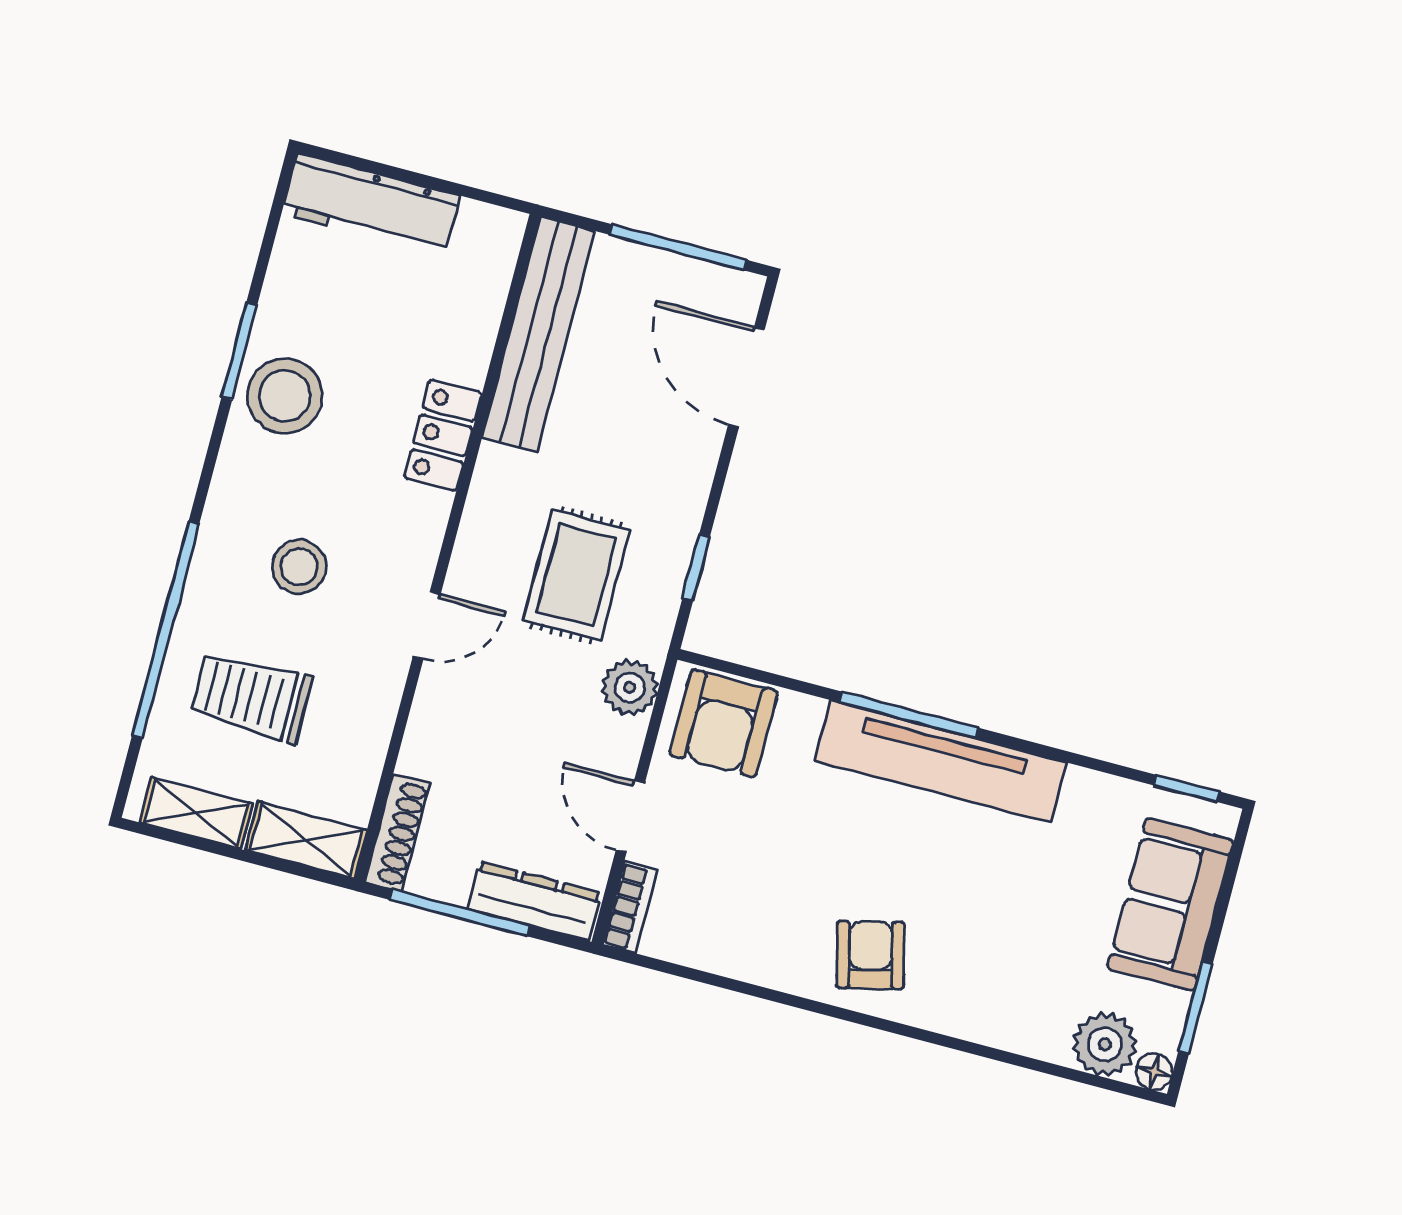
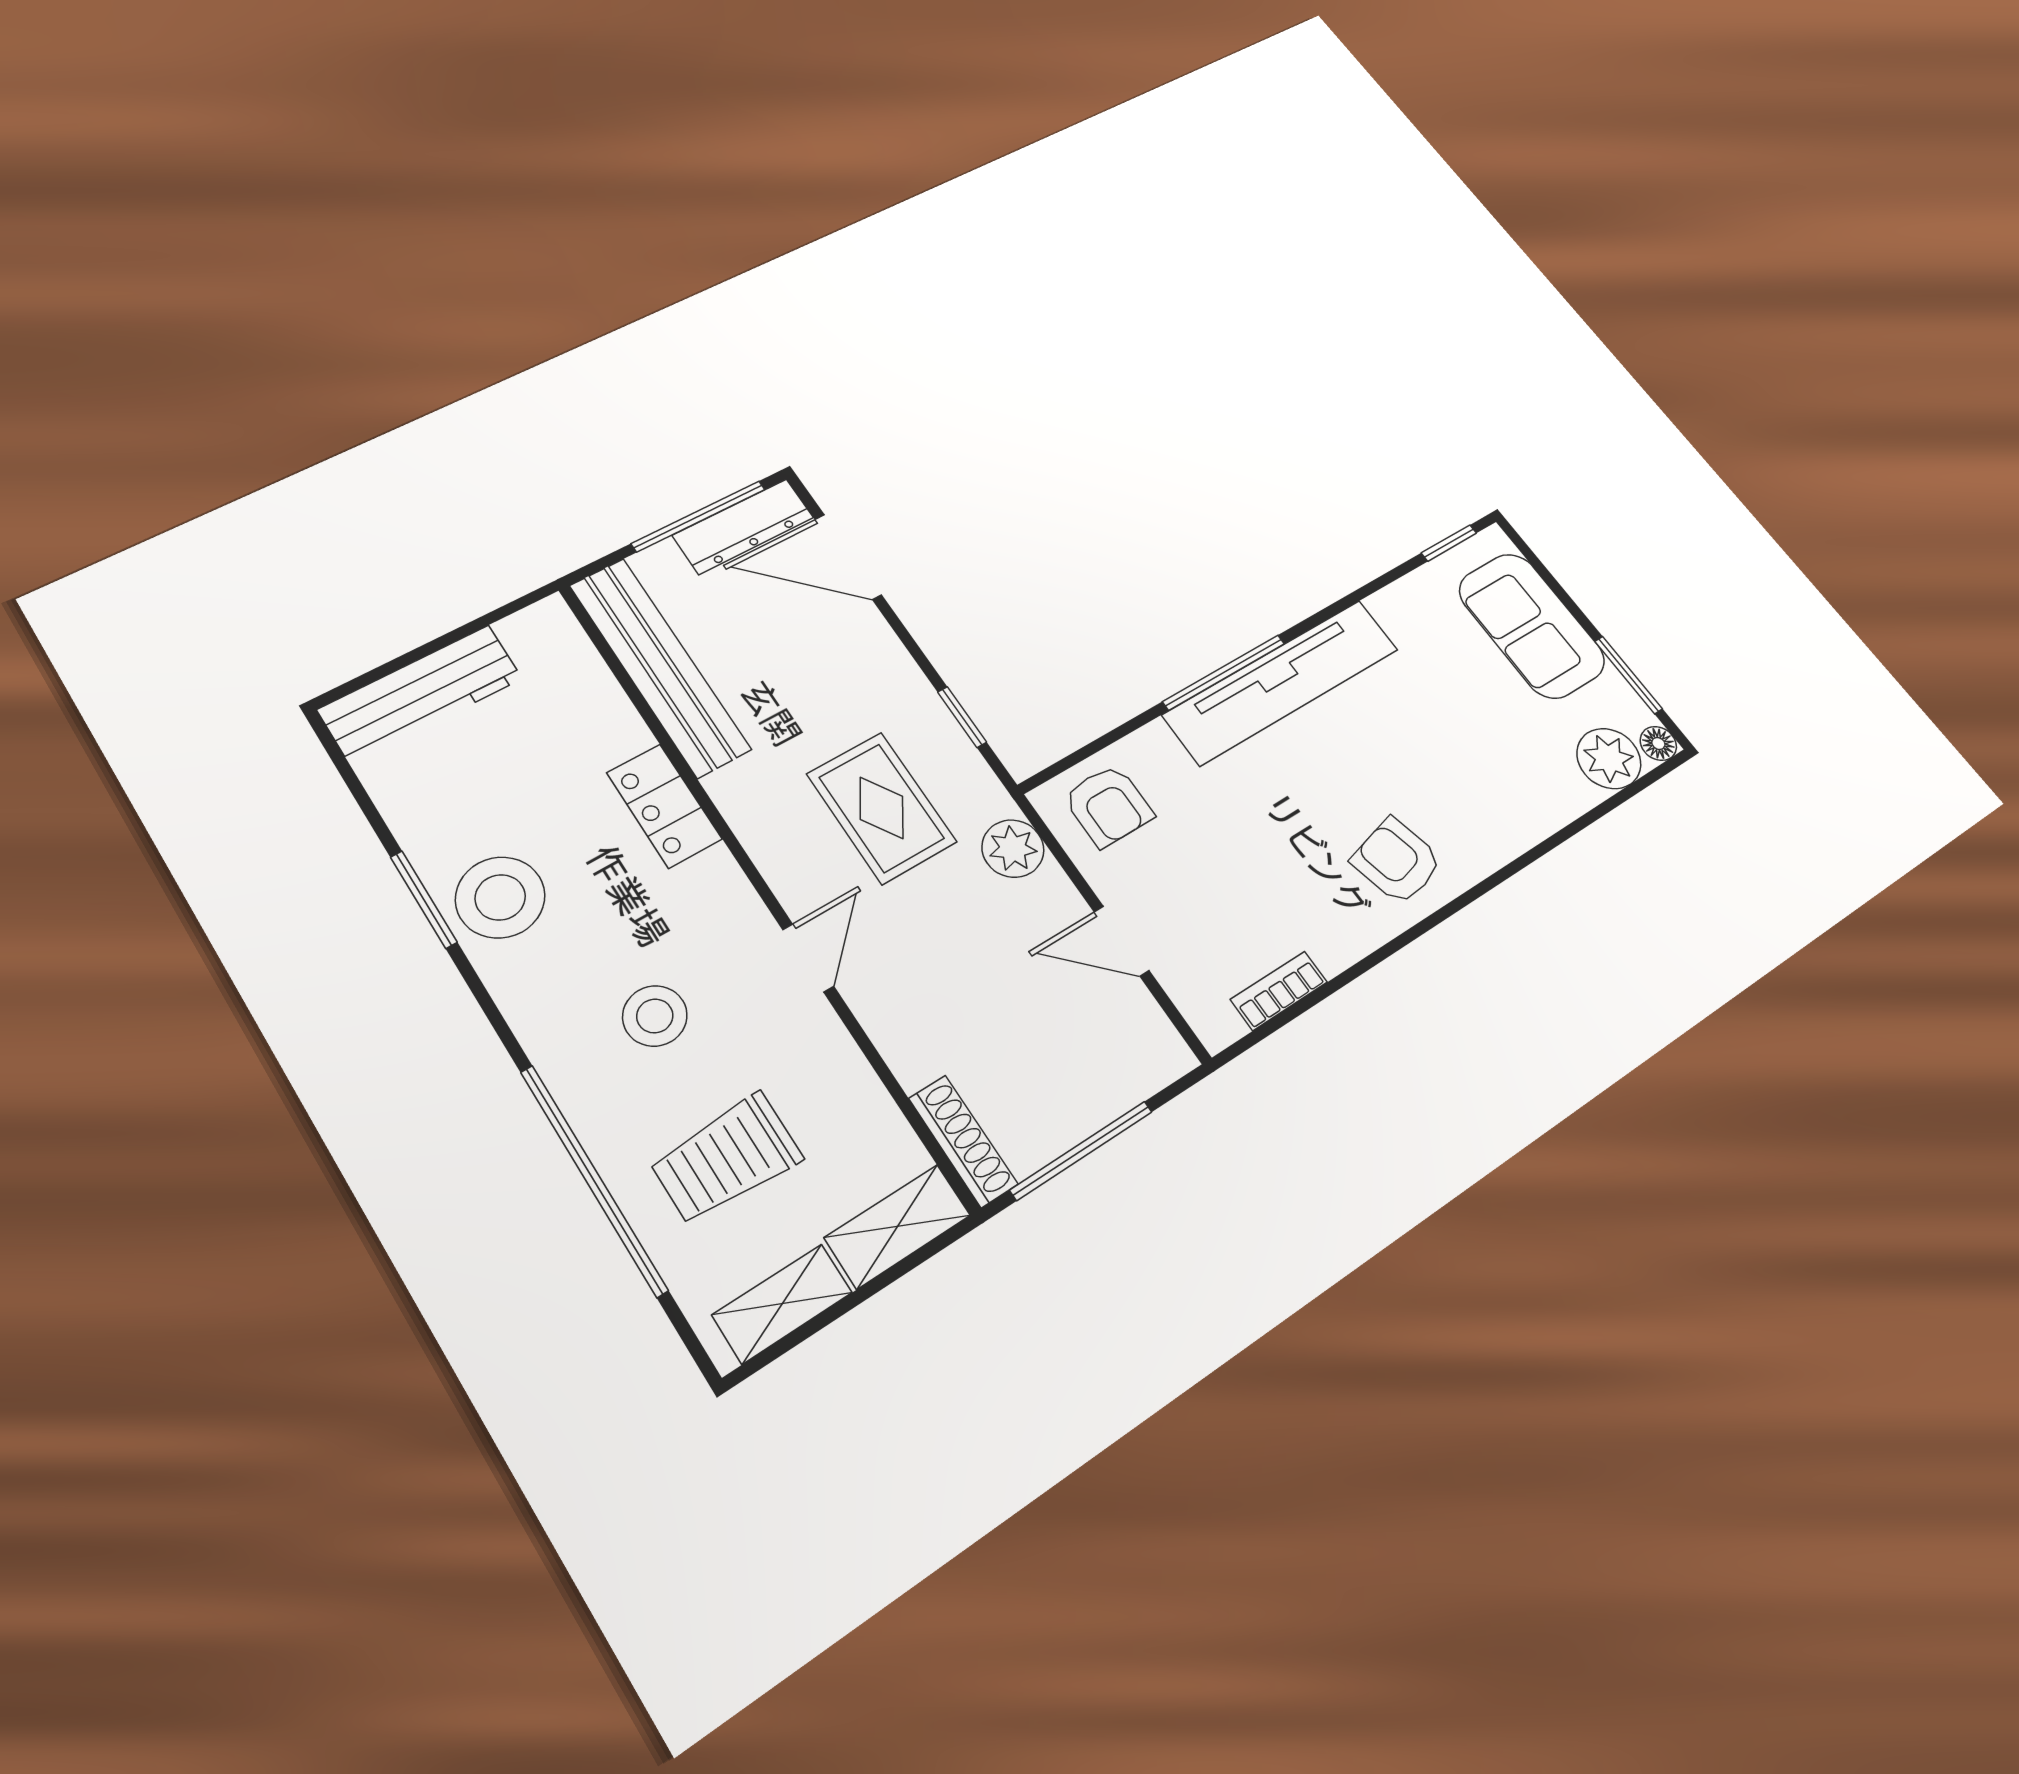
armchair: (724, 723) -> (1108, 805), width x0.72, depth x0.72
dresser: (534, 901) -> (743, 526), moved, turned 180
bookcase: (630, 907) -> (1279, 991), moved, turned -90

